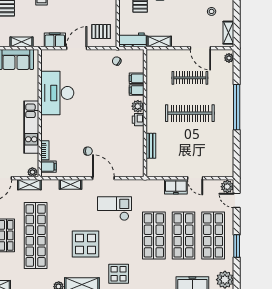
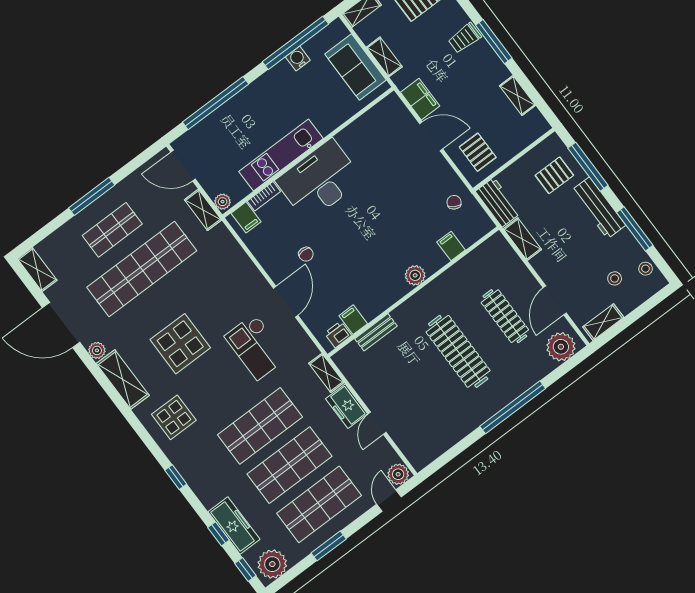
plant: (229, 58) -> (561, 347), width x1.87, depth x1.87
filing cabinet: (137, 90) -> (353, 320), moved
desk: (57, 93) -> (319, 180), moved
printer: (138, 120) -> (338, 334), moved
shelving: (71, 184) -> (326, 373), moved
checkout: (114, 209) -> (256, 347), turned 180

